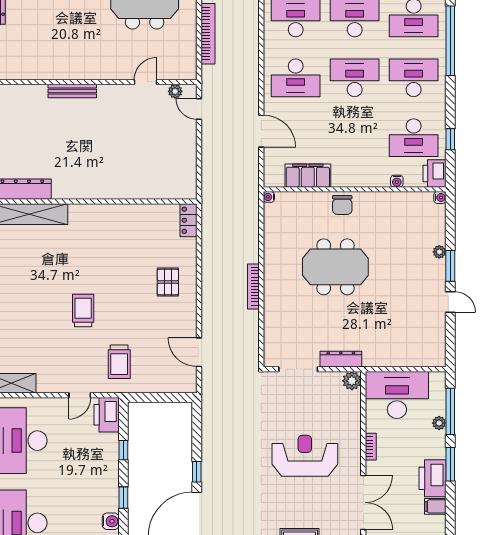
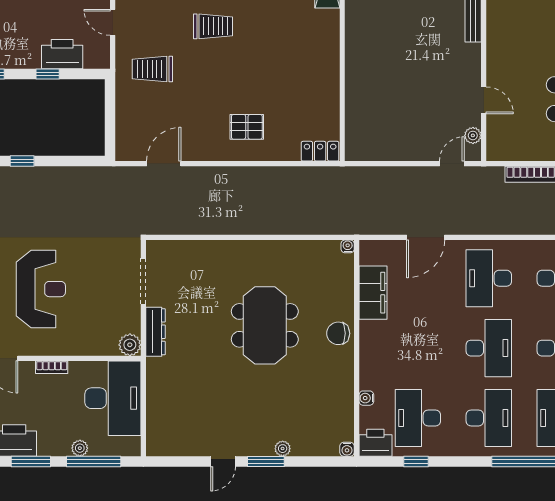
bookcase: (253, 286) -> (242, 228), removed
printer: (107, 415) -> (62, 54), moved

